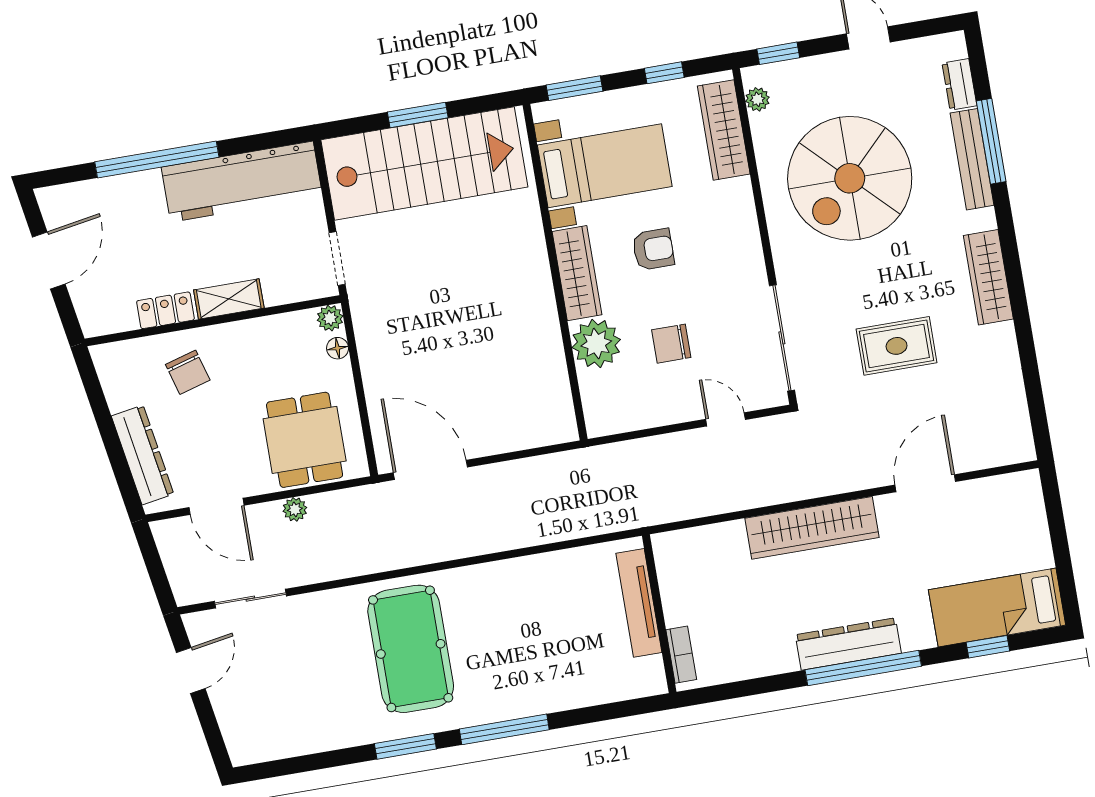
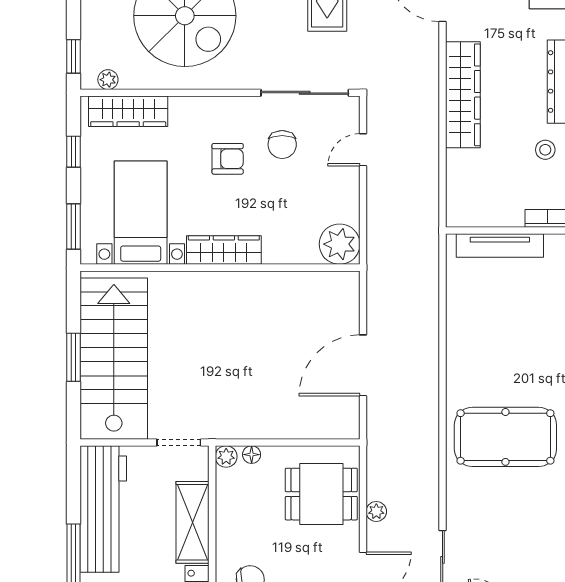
armchair: (653, 249) -> (228, 159), moved, turned 90
shelving: (229, 299) -> (193, 522), width x1.50, depth x1.33
plant: (596, 344) -> (340, 244), moved
chair: (671, 344) -> (282, 145), moved
door: (430, 470) -> (363, 365), moved
stool: (763, 638) -> (545, 150), added

